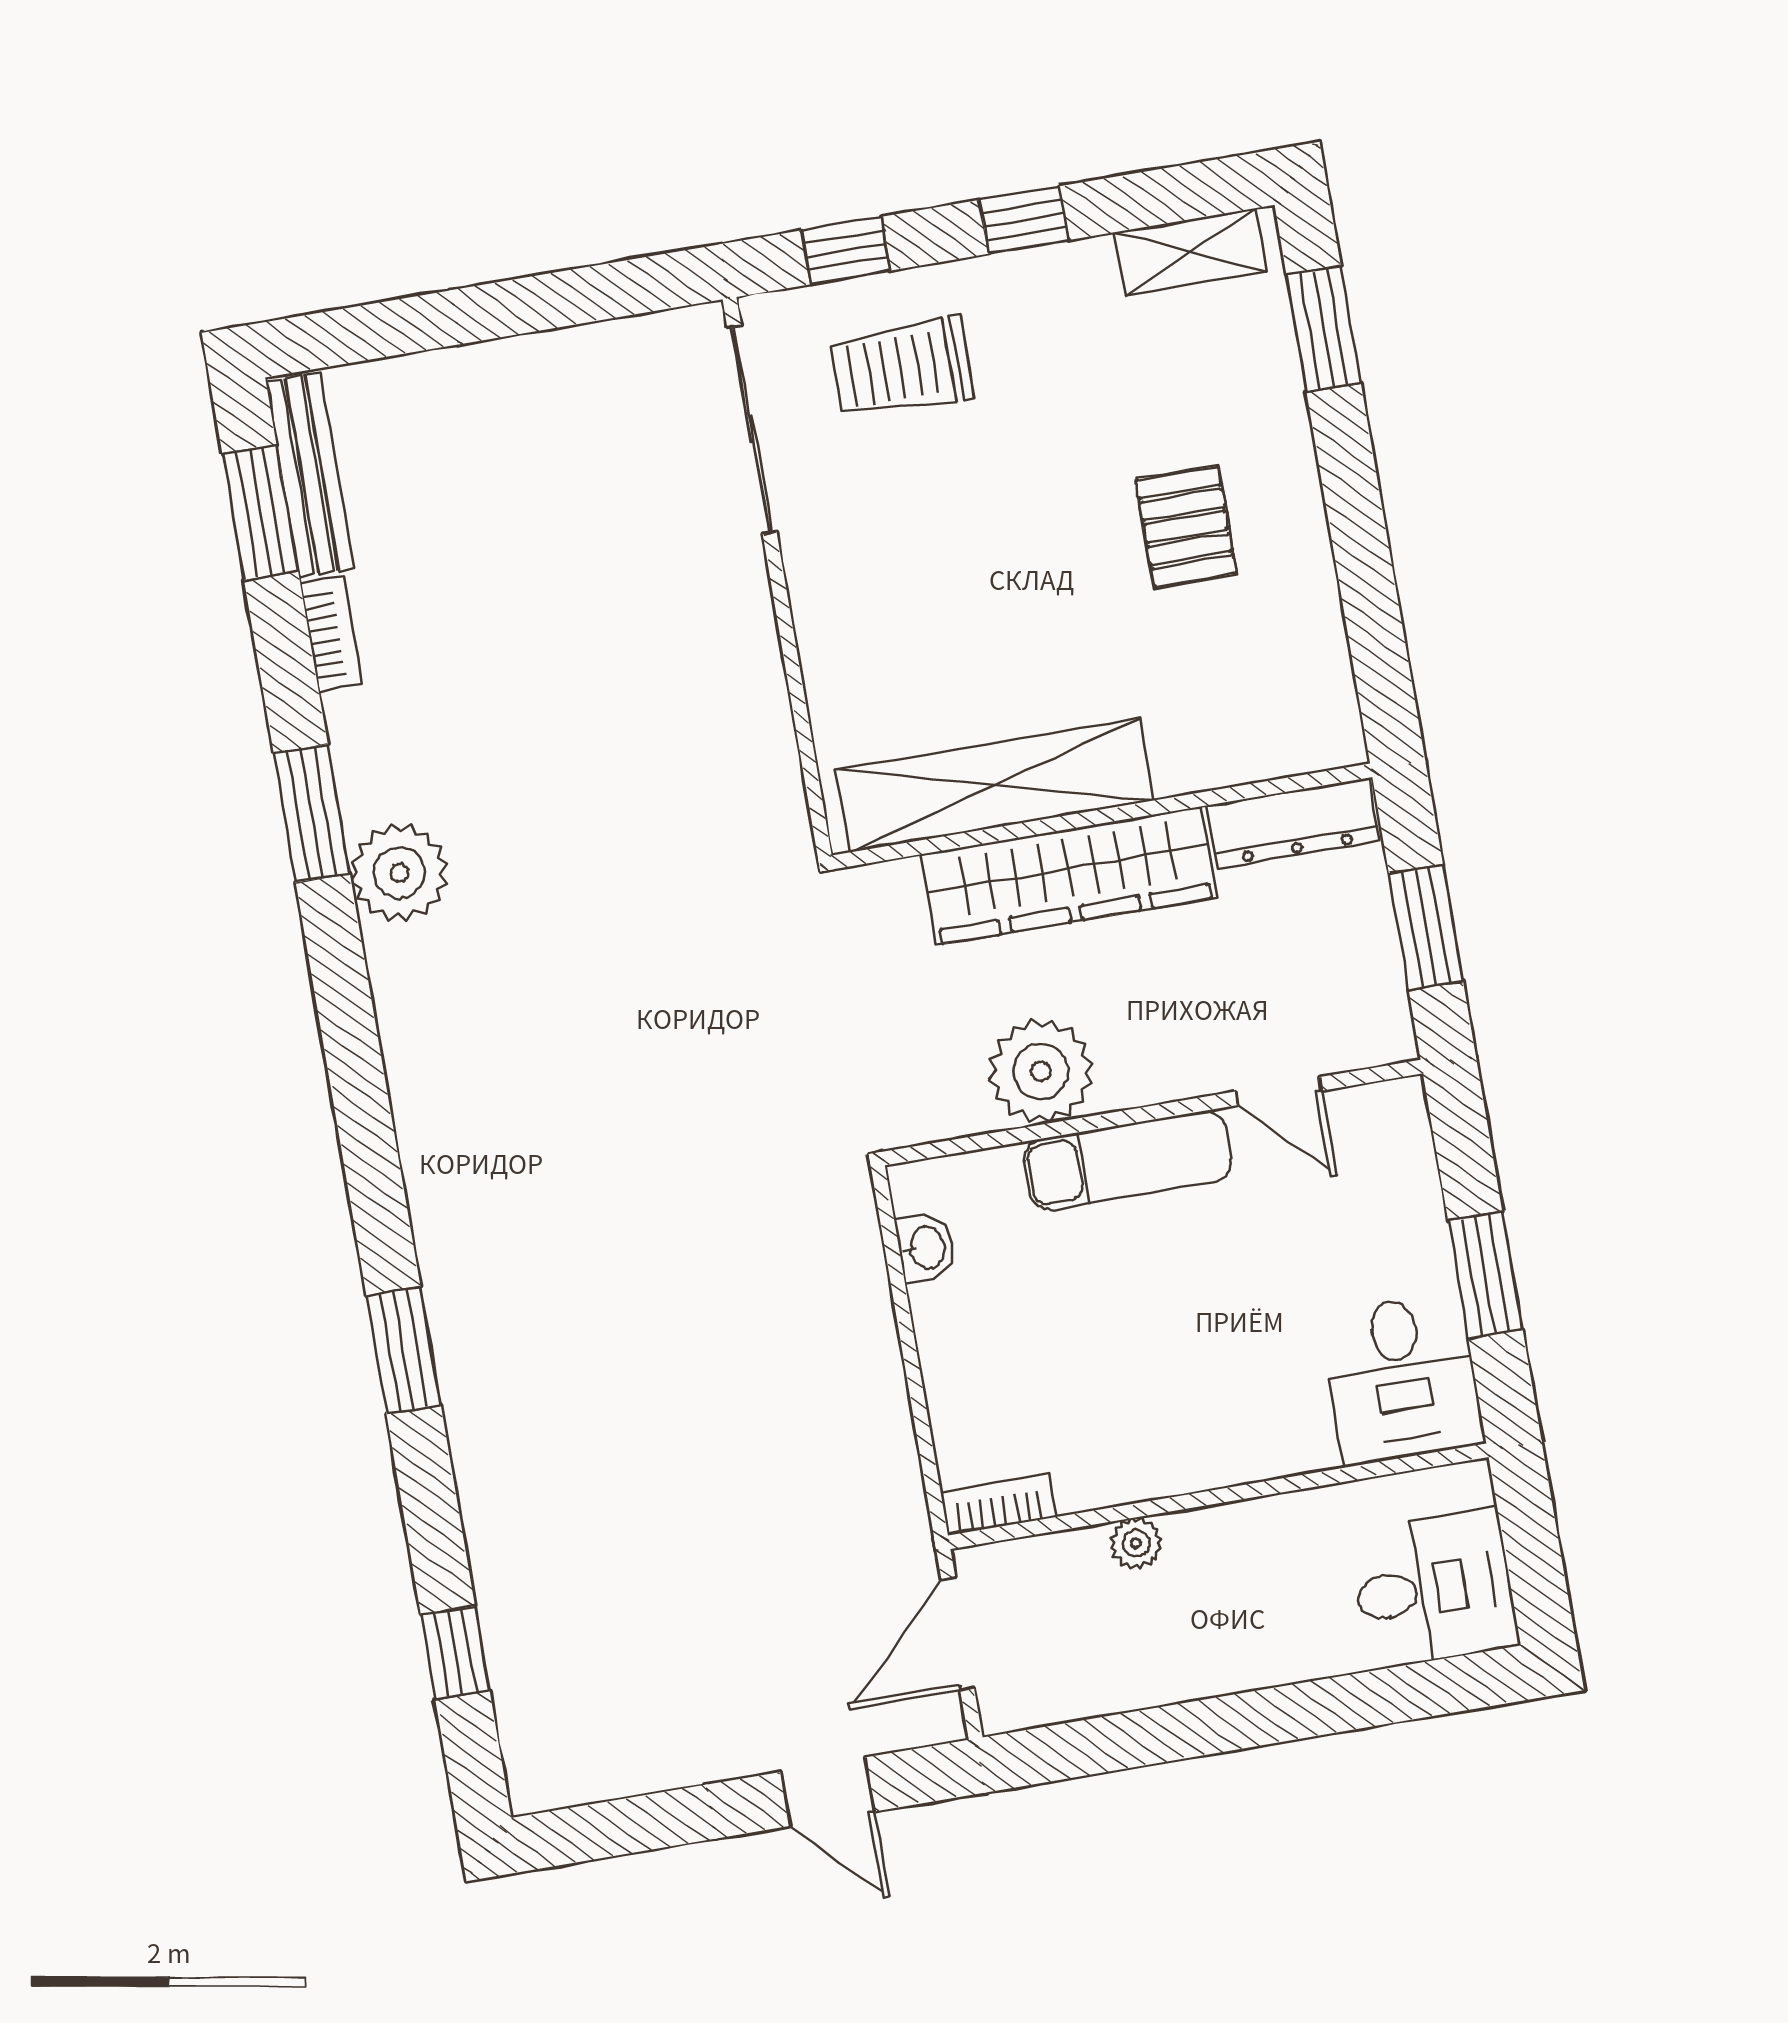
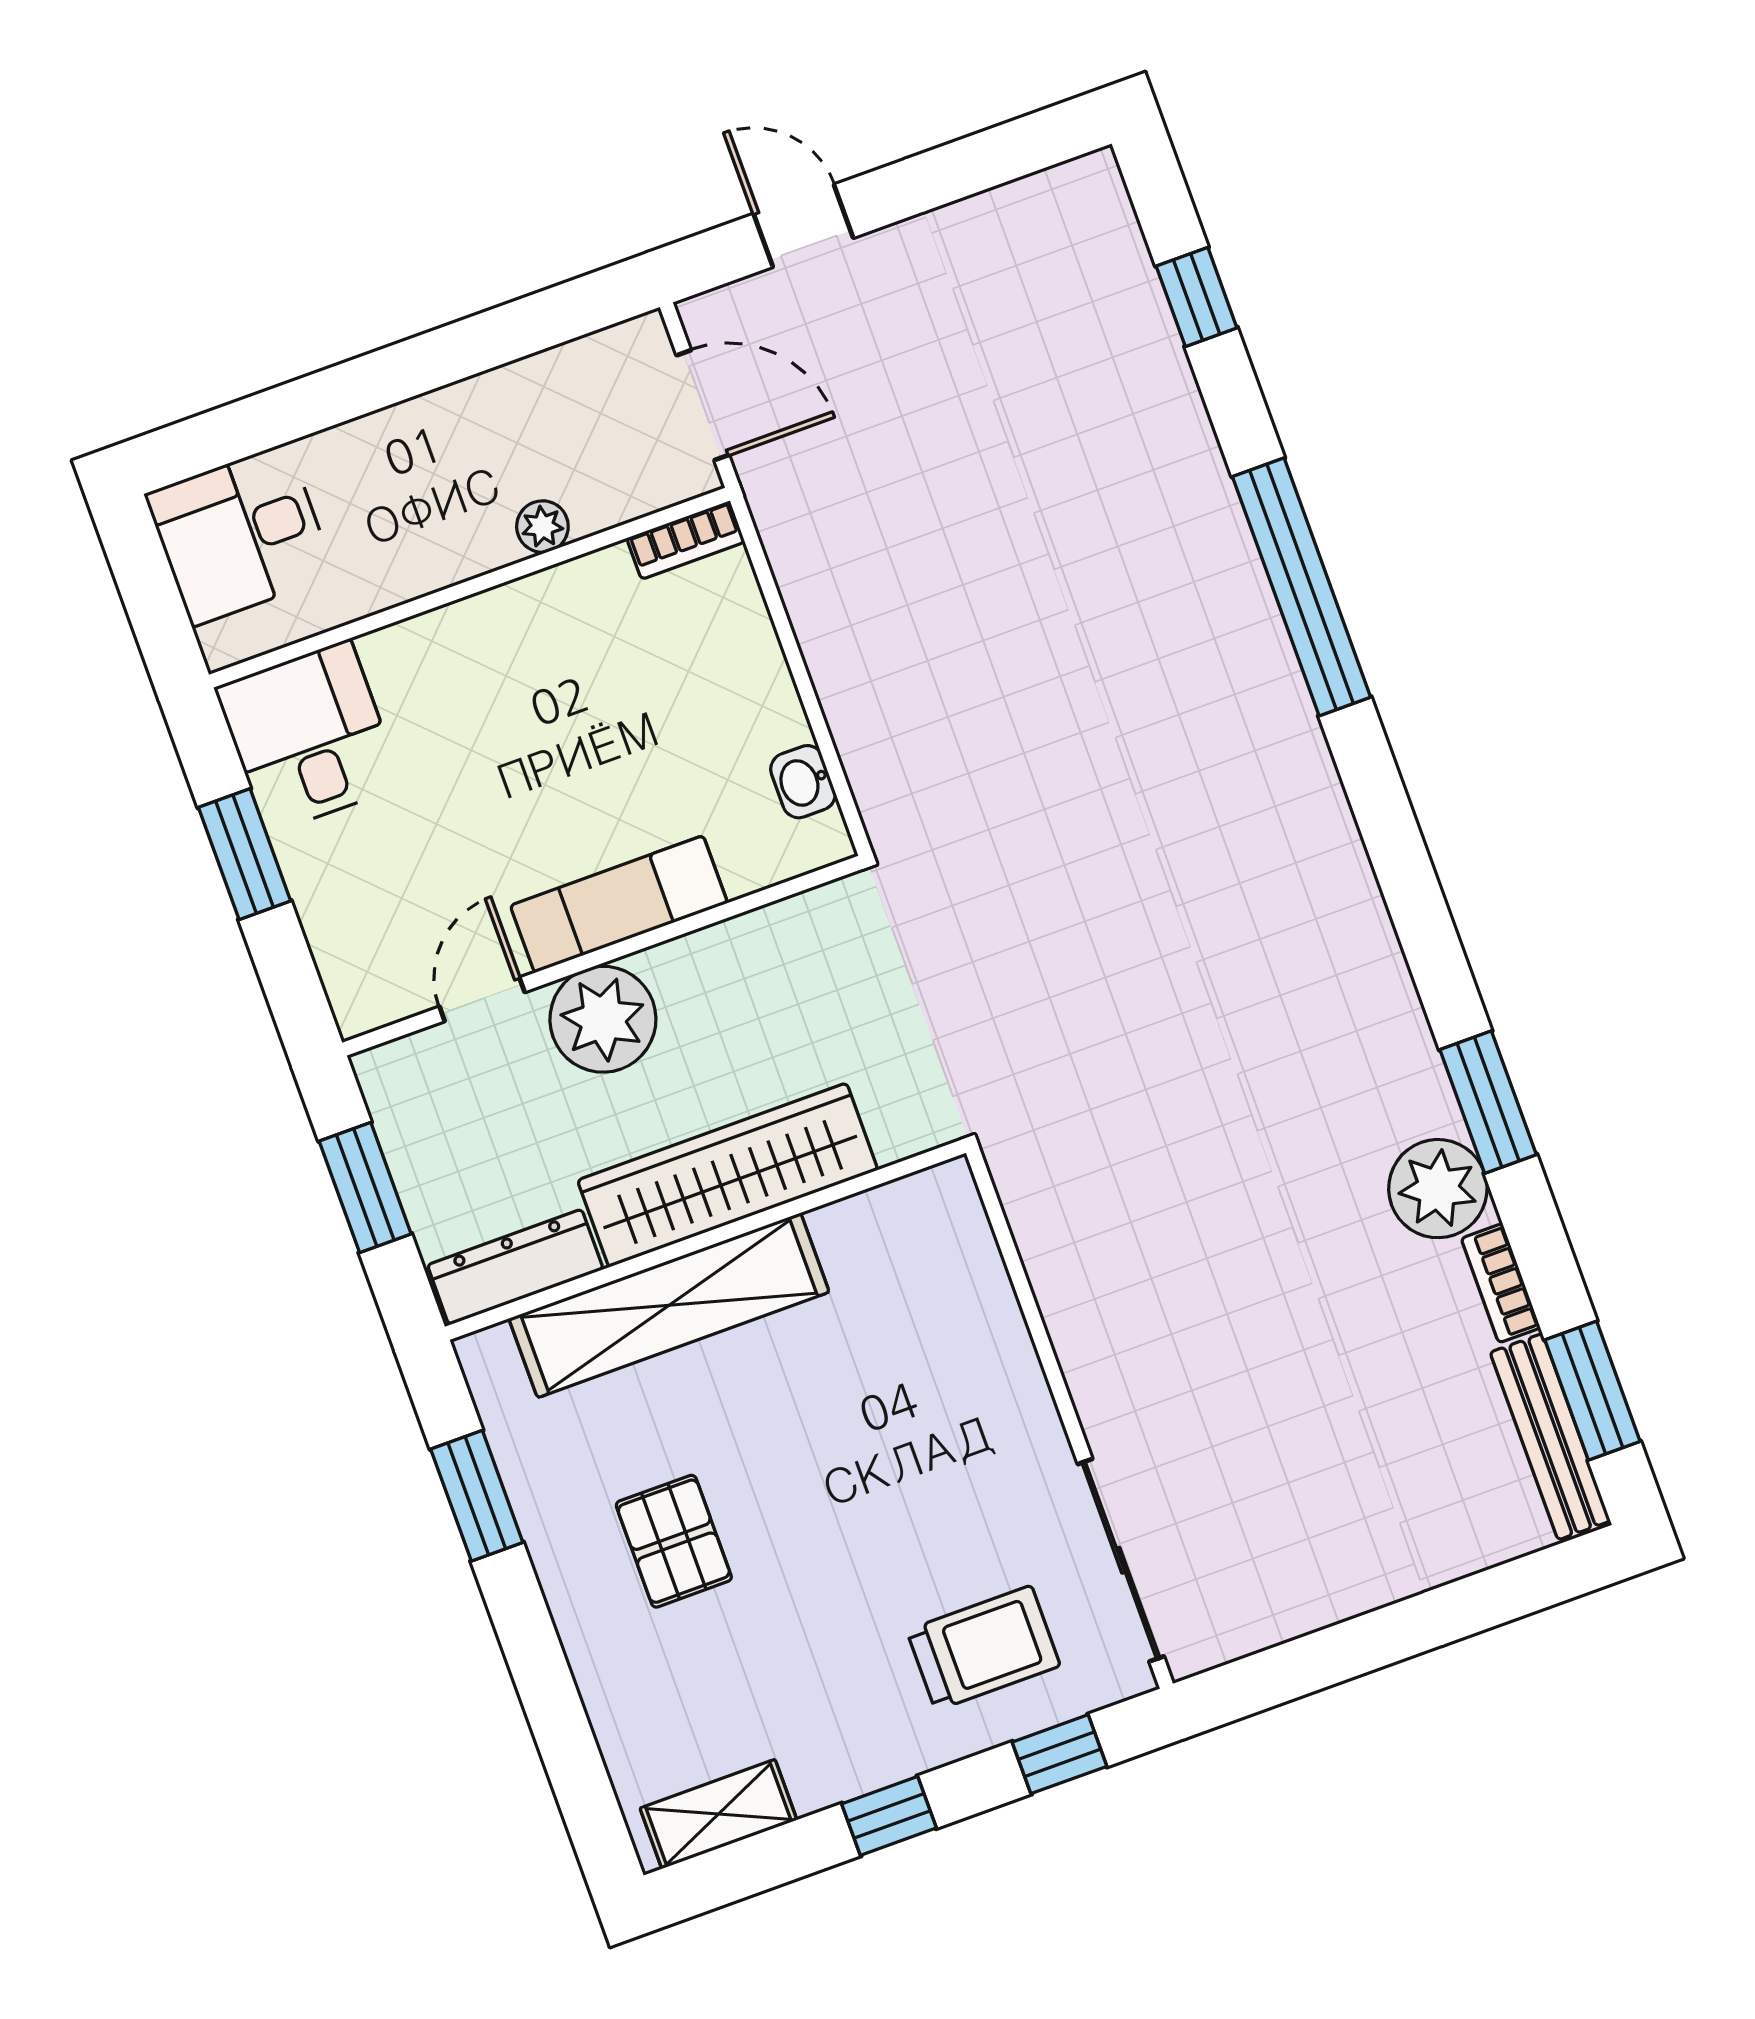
window: (1324, 329) -> (477, 1496), moved
shelving: (995, 785) -> (669, 1305), moved
plant: (399, 873) -> (1438, 1189), moved
plant: (1041, 1071) -> (603, 1019), moved
door: (1278, 1091) -> (482, 999), hinge flipped
window: (404, 1350) -> (1302, 587), width x2.11
door: (958, 1634) -> (703, 405), hinge flipped

